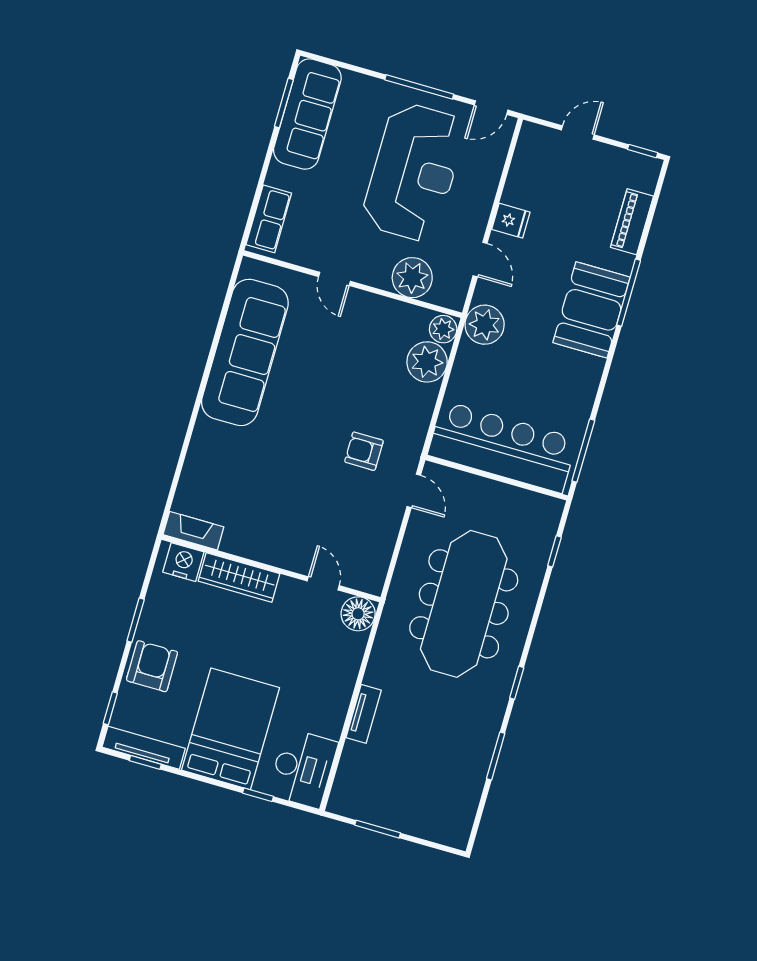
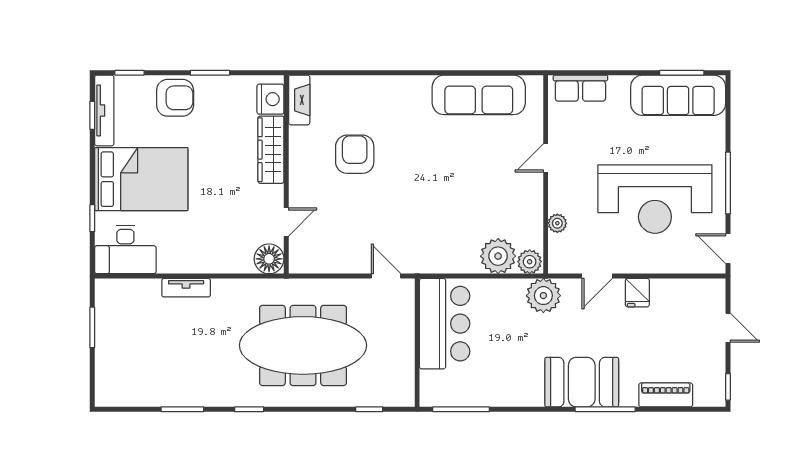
plant: (412, 278) -> (557, 223), width x0.53, depth x0.53
sofa: (245, 352) -> (479, 95), width x0.74, depth x0.79
bar counter: (502, 447) -> (445, 324), width x0.73
armchair: (364, 451) -> (355, 154), moved, width x1.38, depth x1.38
door: (414, 491) -> (386, 276), swing flipped

